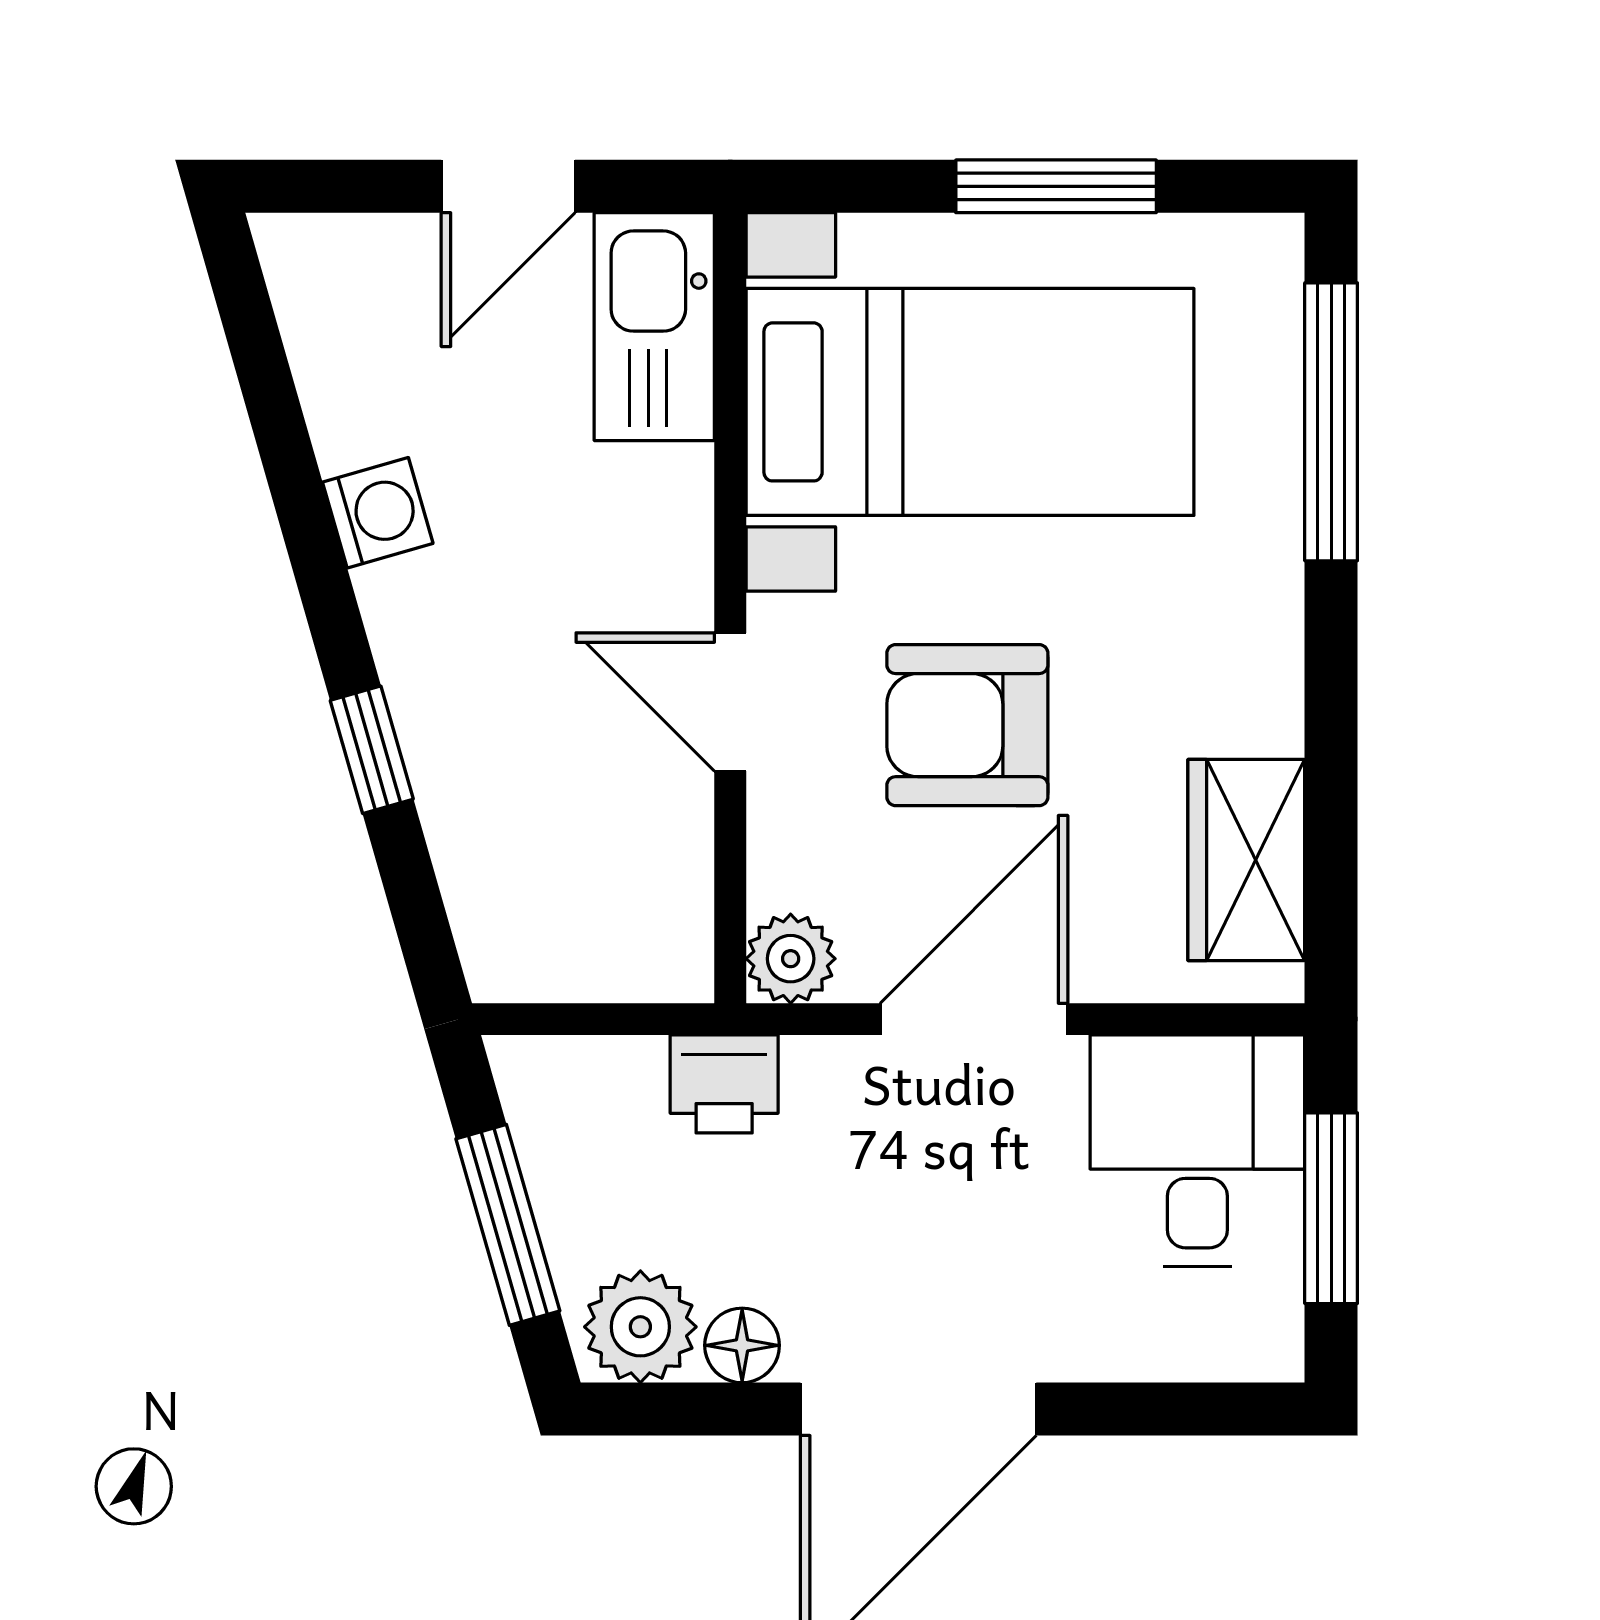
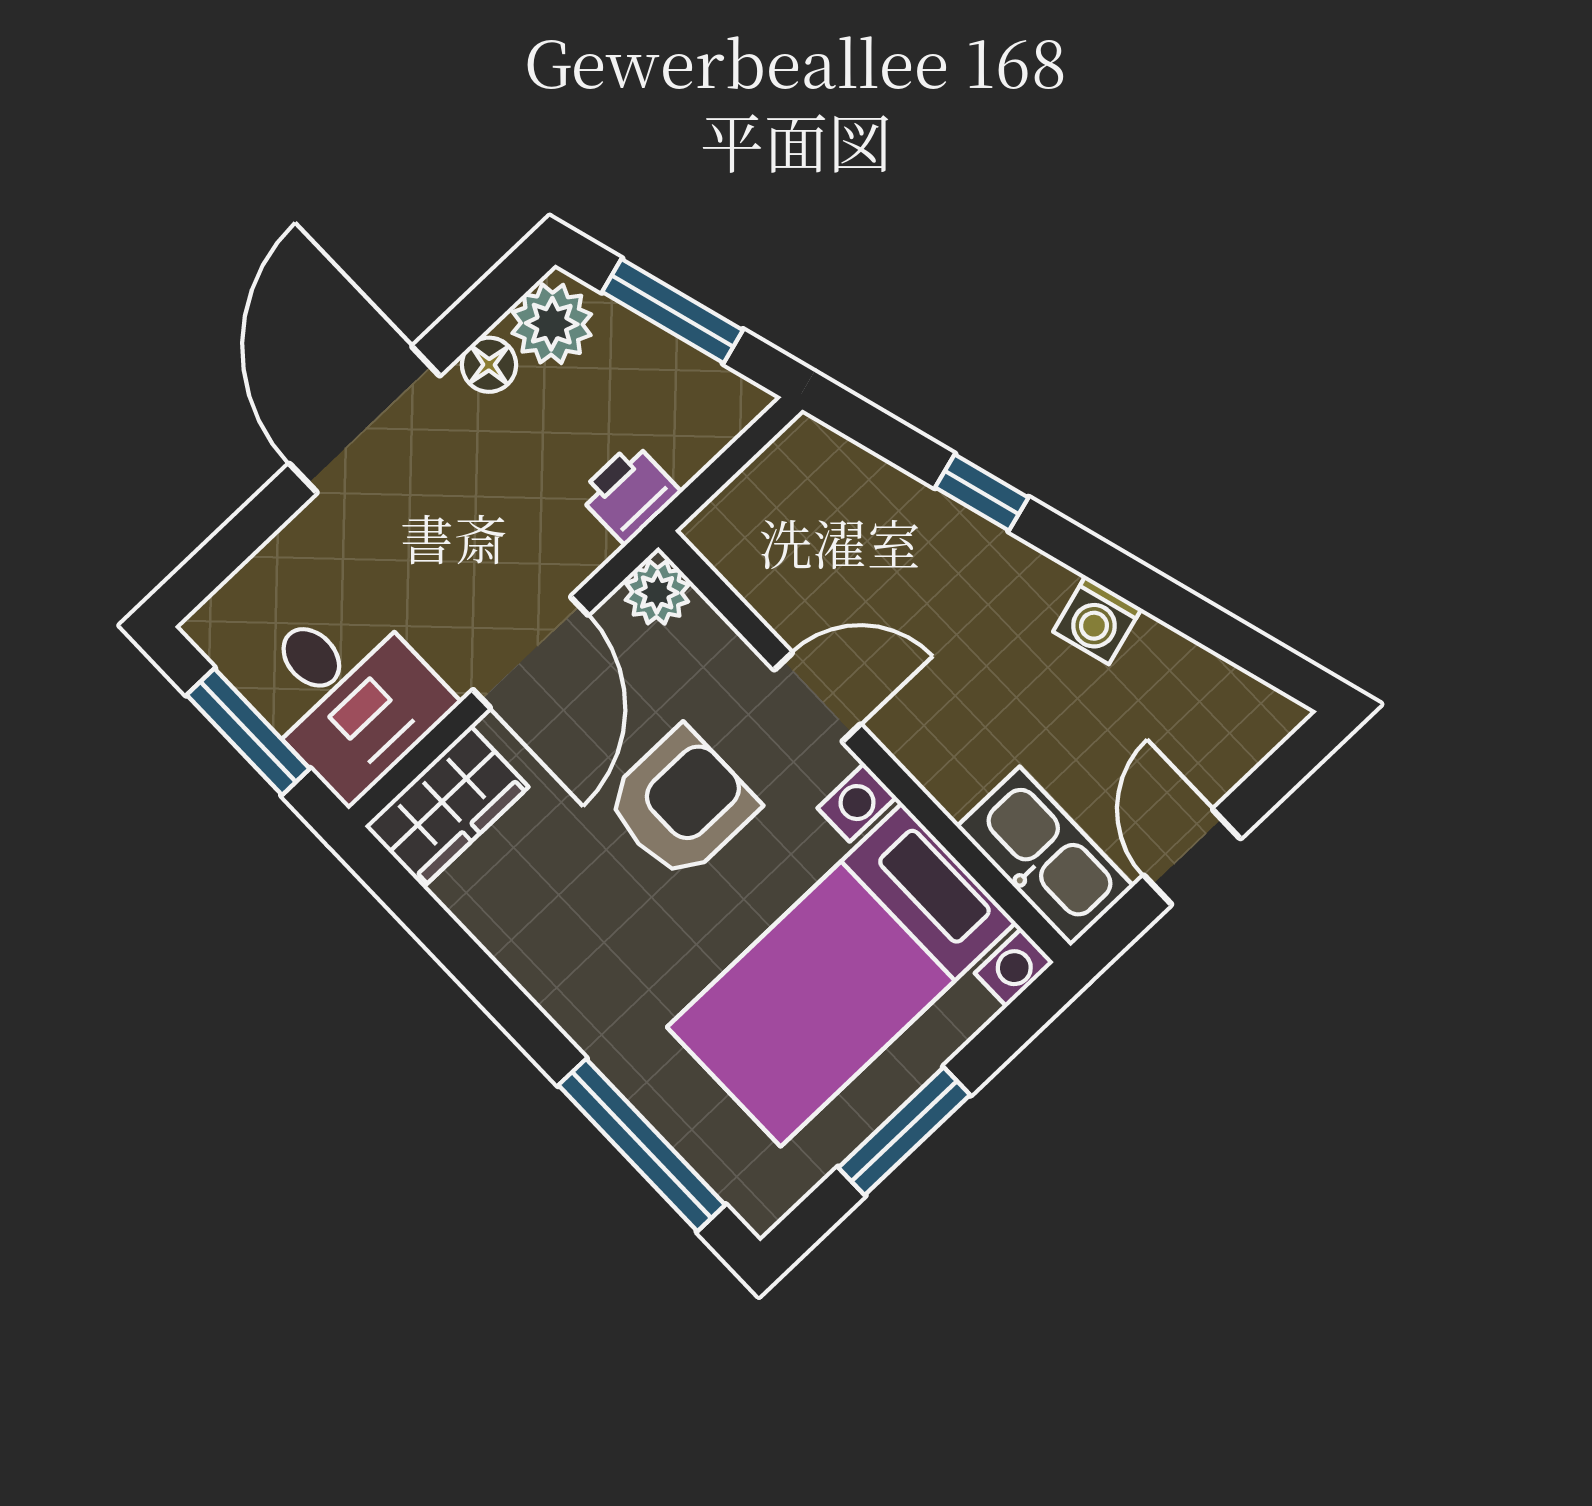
wardrobe: (1246, 860) -> (447, 807), moved, turned 90

